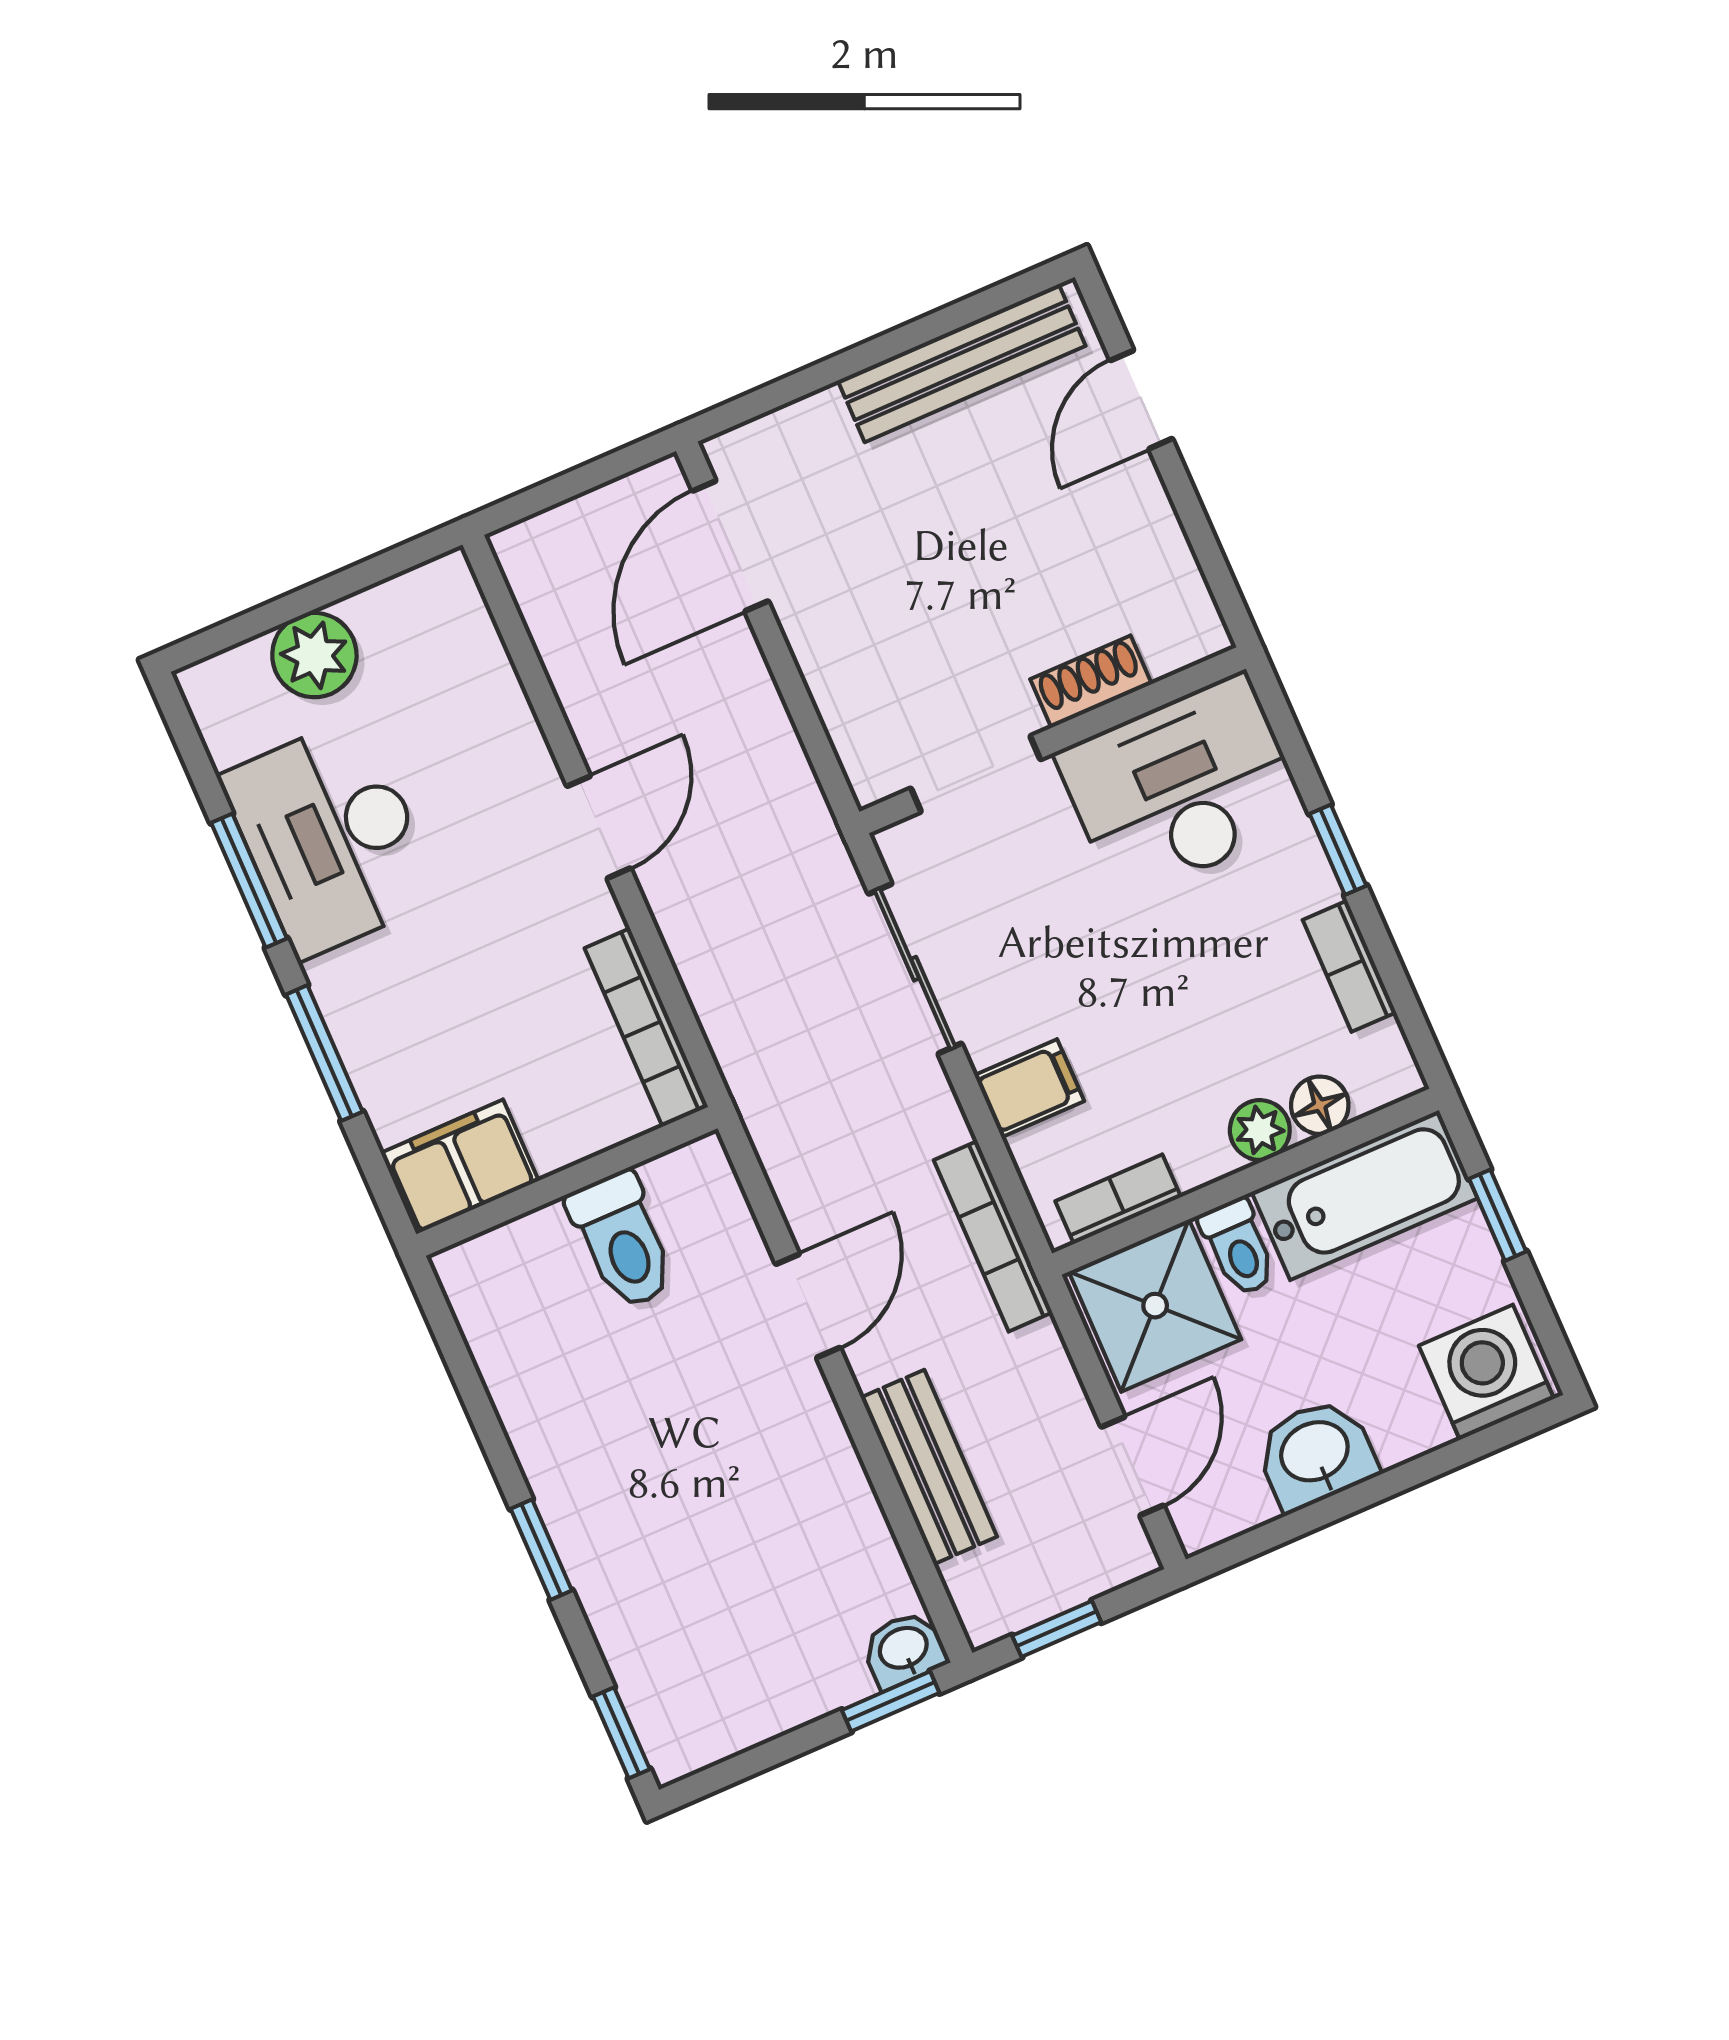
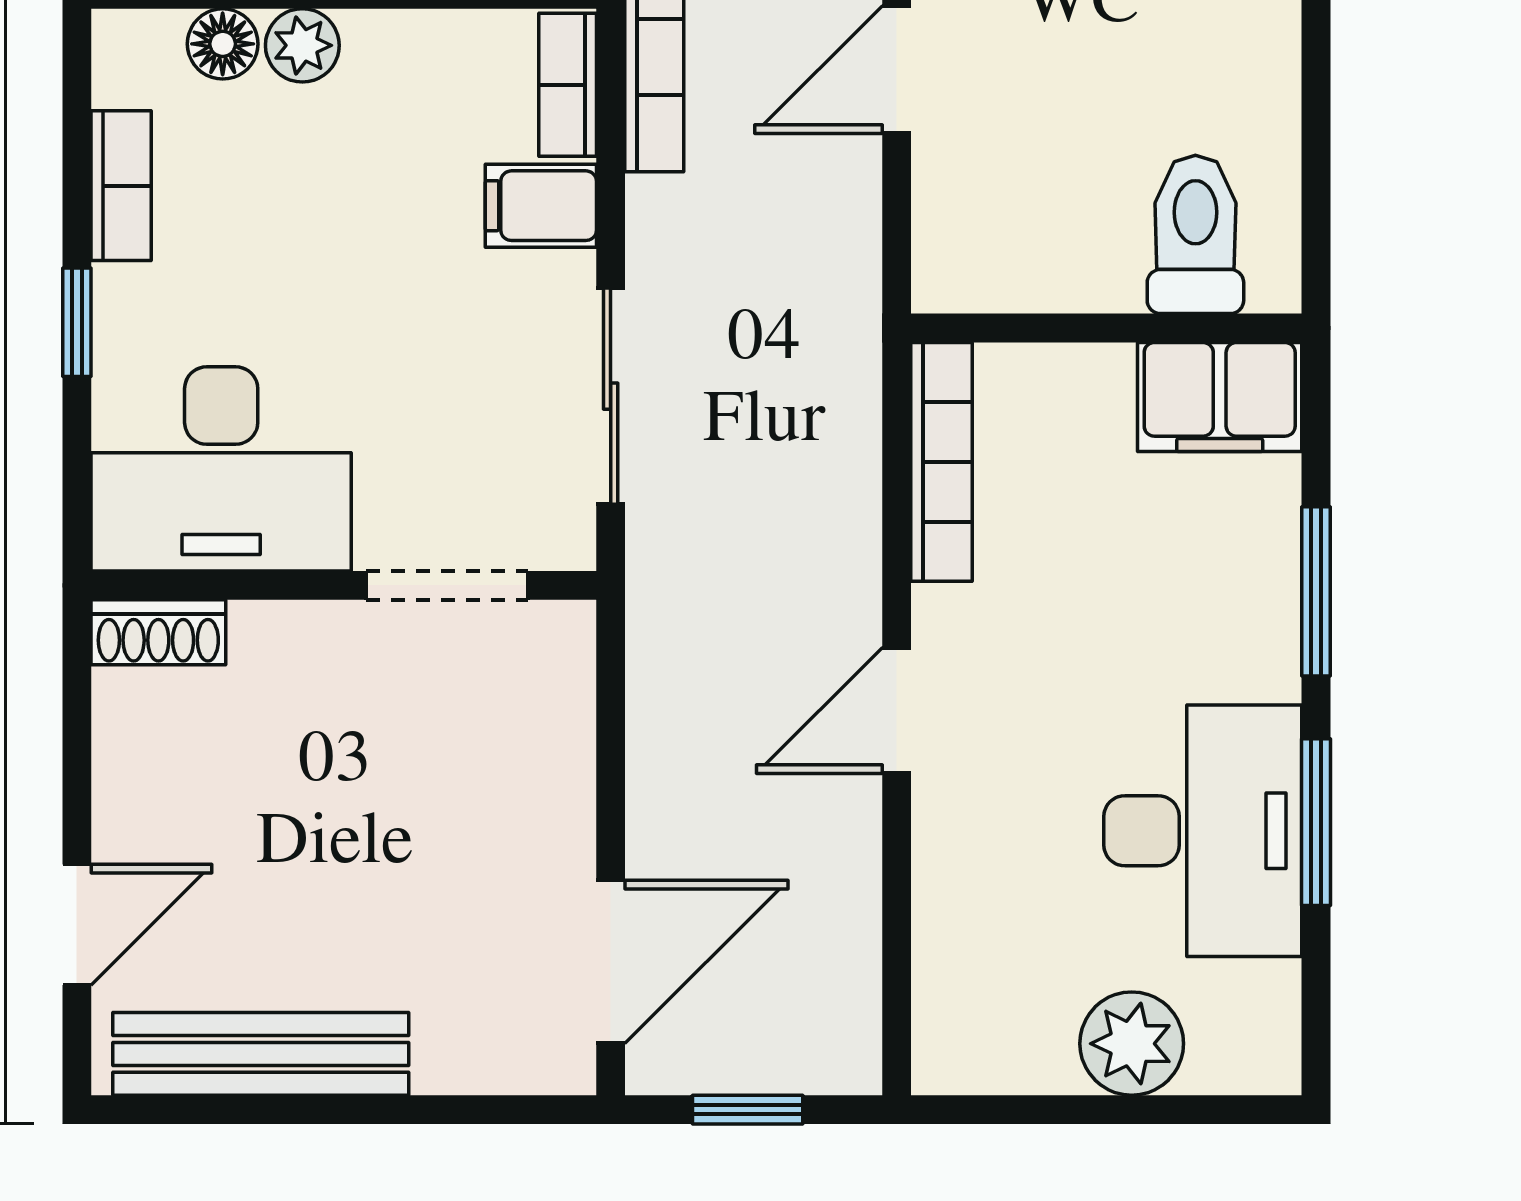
window: (580, 480) -> (748, 1110), added
shoe rack: (1091, 682) -> (158, 632), moved
bookcase: (1118, 1199) -> (568, 85), moved, turned 90
toilet: (622, 1240) -> (1195, 234), moved

